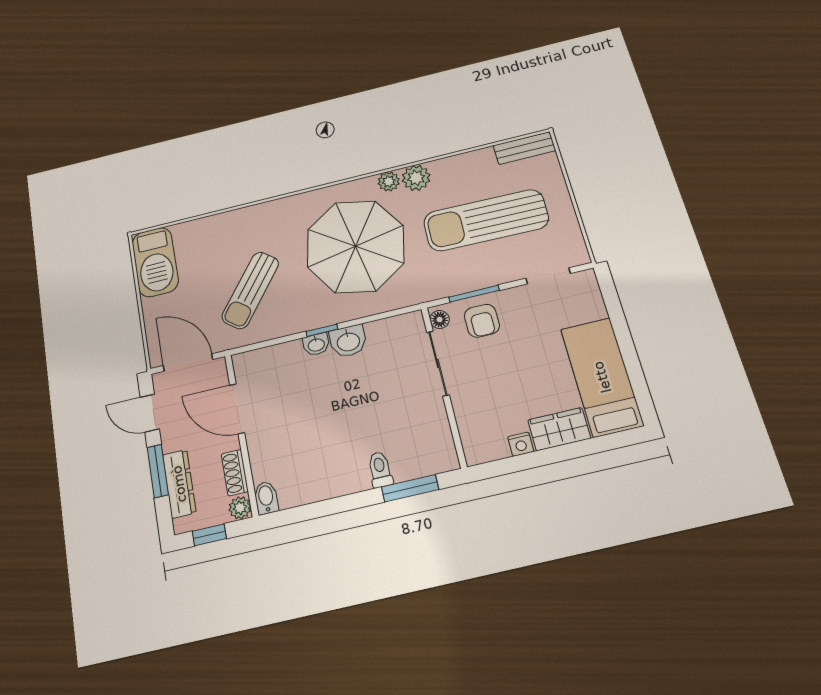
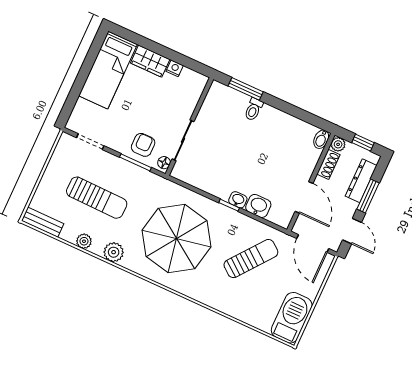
plant: (389, 181) -> (84, 241), moved
sun lounger: (486, 220) -> (97, 198), width x0.73, depth x0.75
washbasin: (348, 341) -> (258, 206), moved

